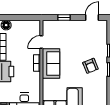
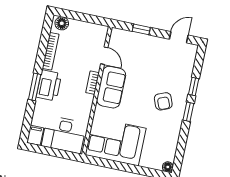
door: (41, 42) -> (104, 56), swing flipped

